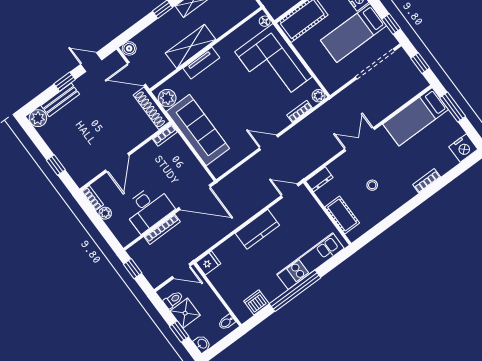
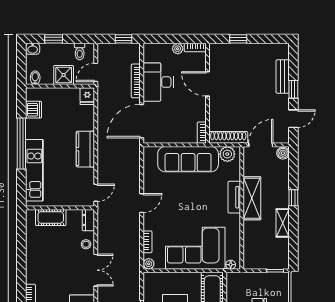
plant: (38, 118) -> (281, 51), removed
stool: (372, 185) -> (86, 244), moved
shower: (185, 313) -> (64, 75), moved

